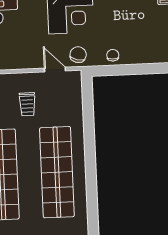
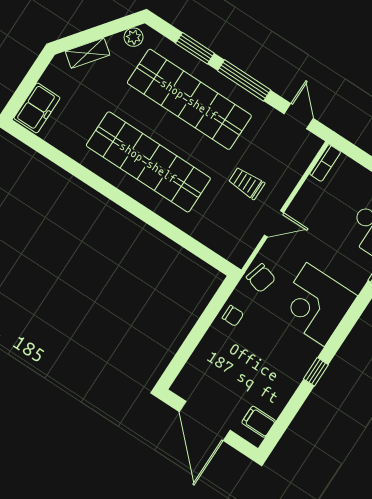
door: (55, 70) -> (274, 224), moved

